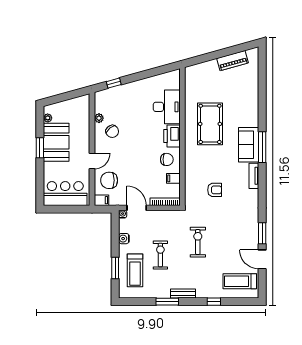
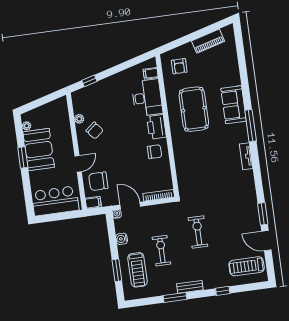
sofa: (249, 145) -> (234, 105), moved
filing cabinet: (173, 178) -> (151, 73), moved
armchair: (215, 190) -> (179, 66), moved, turned 90

